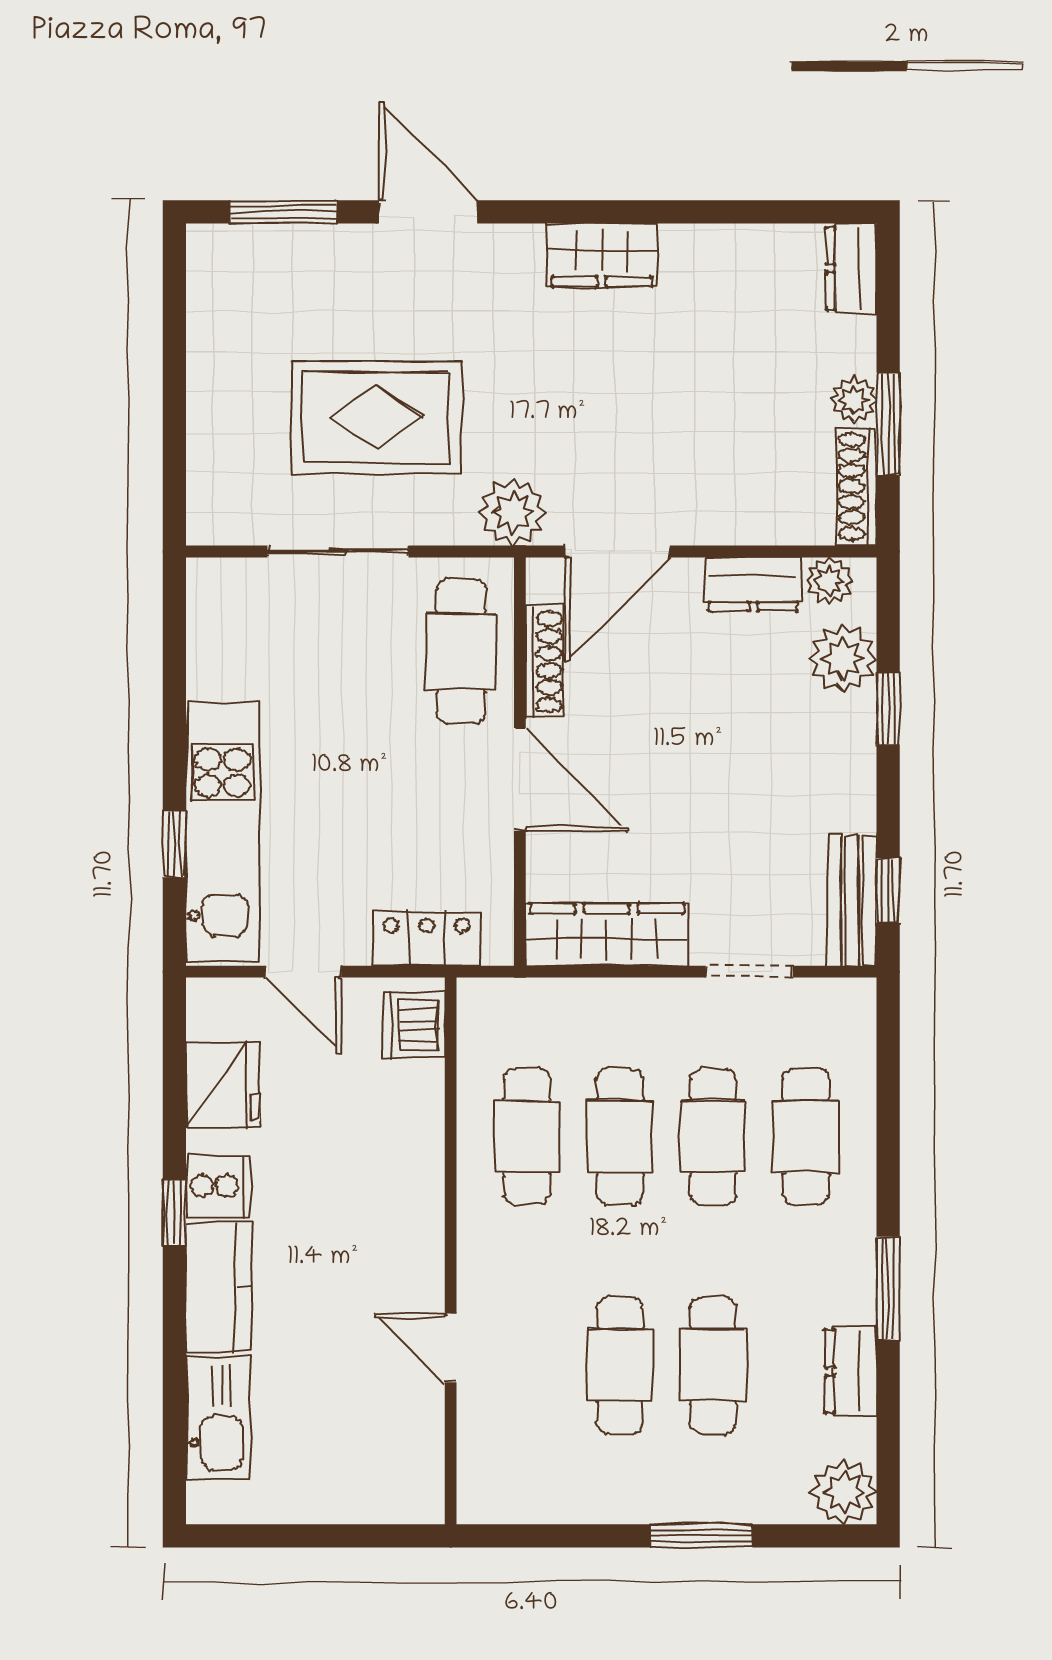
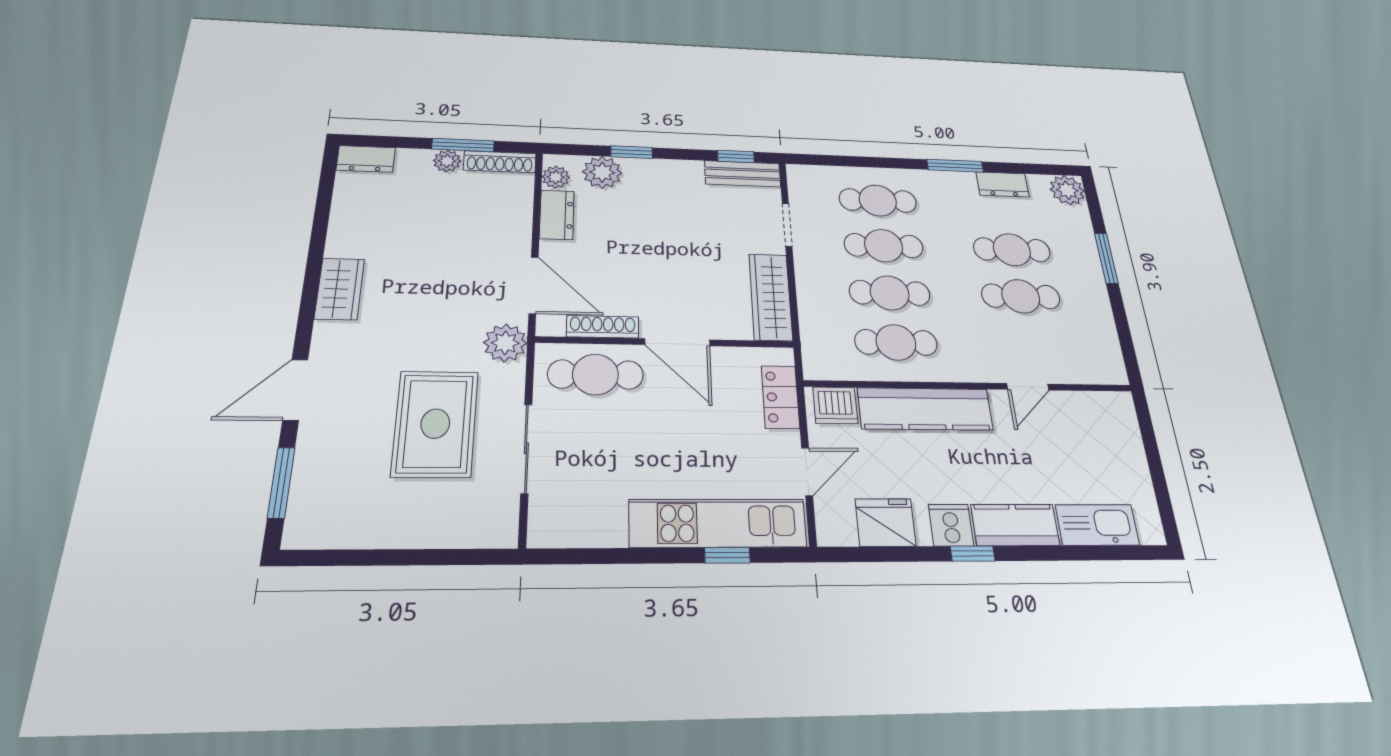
door: (520, 779) -> (677, 342), swing flipped
kitchen counter: (409, 1170) -> (925, 409), added

